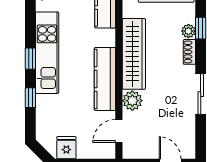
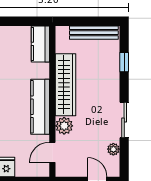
plant: (188, 31) -> (113, 149), moved
shoe rack: (189, 52) -> (114, 83), removed

